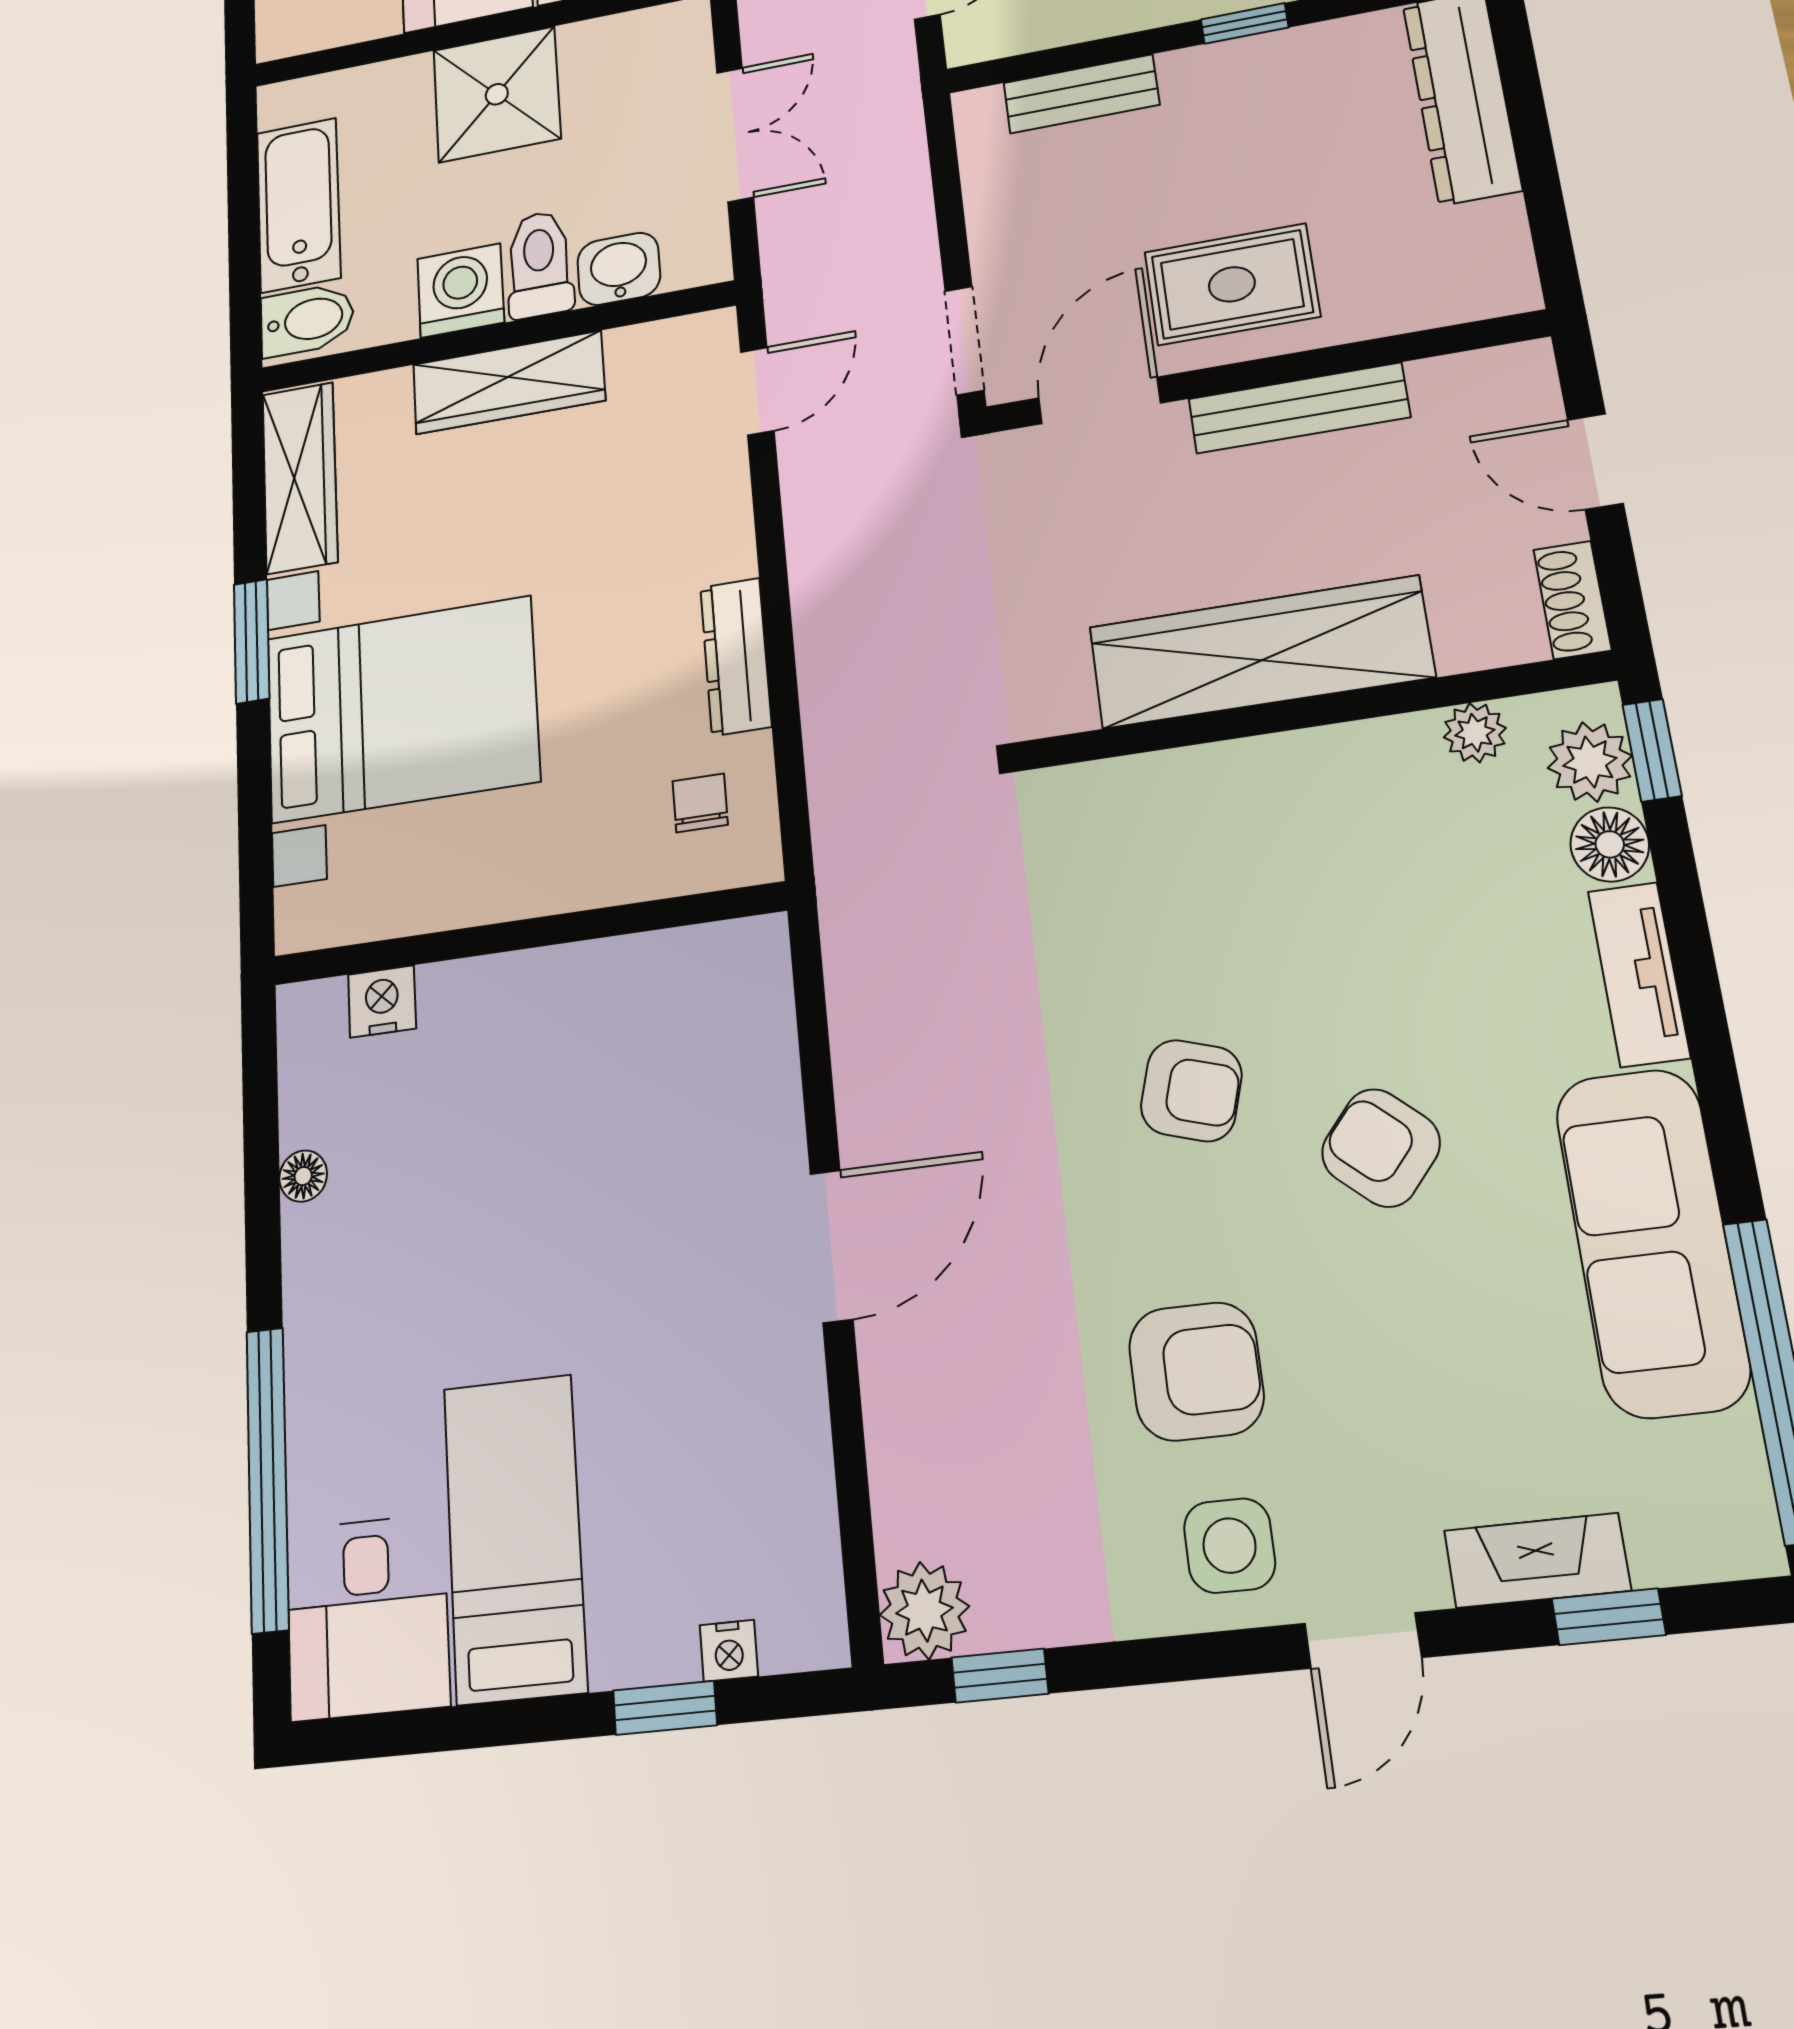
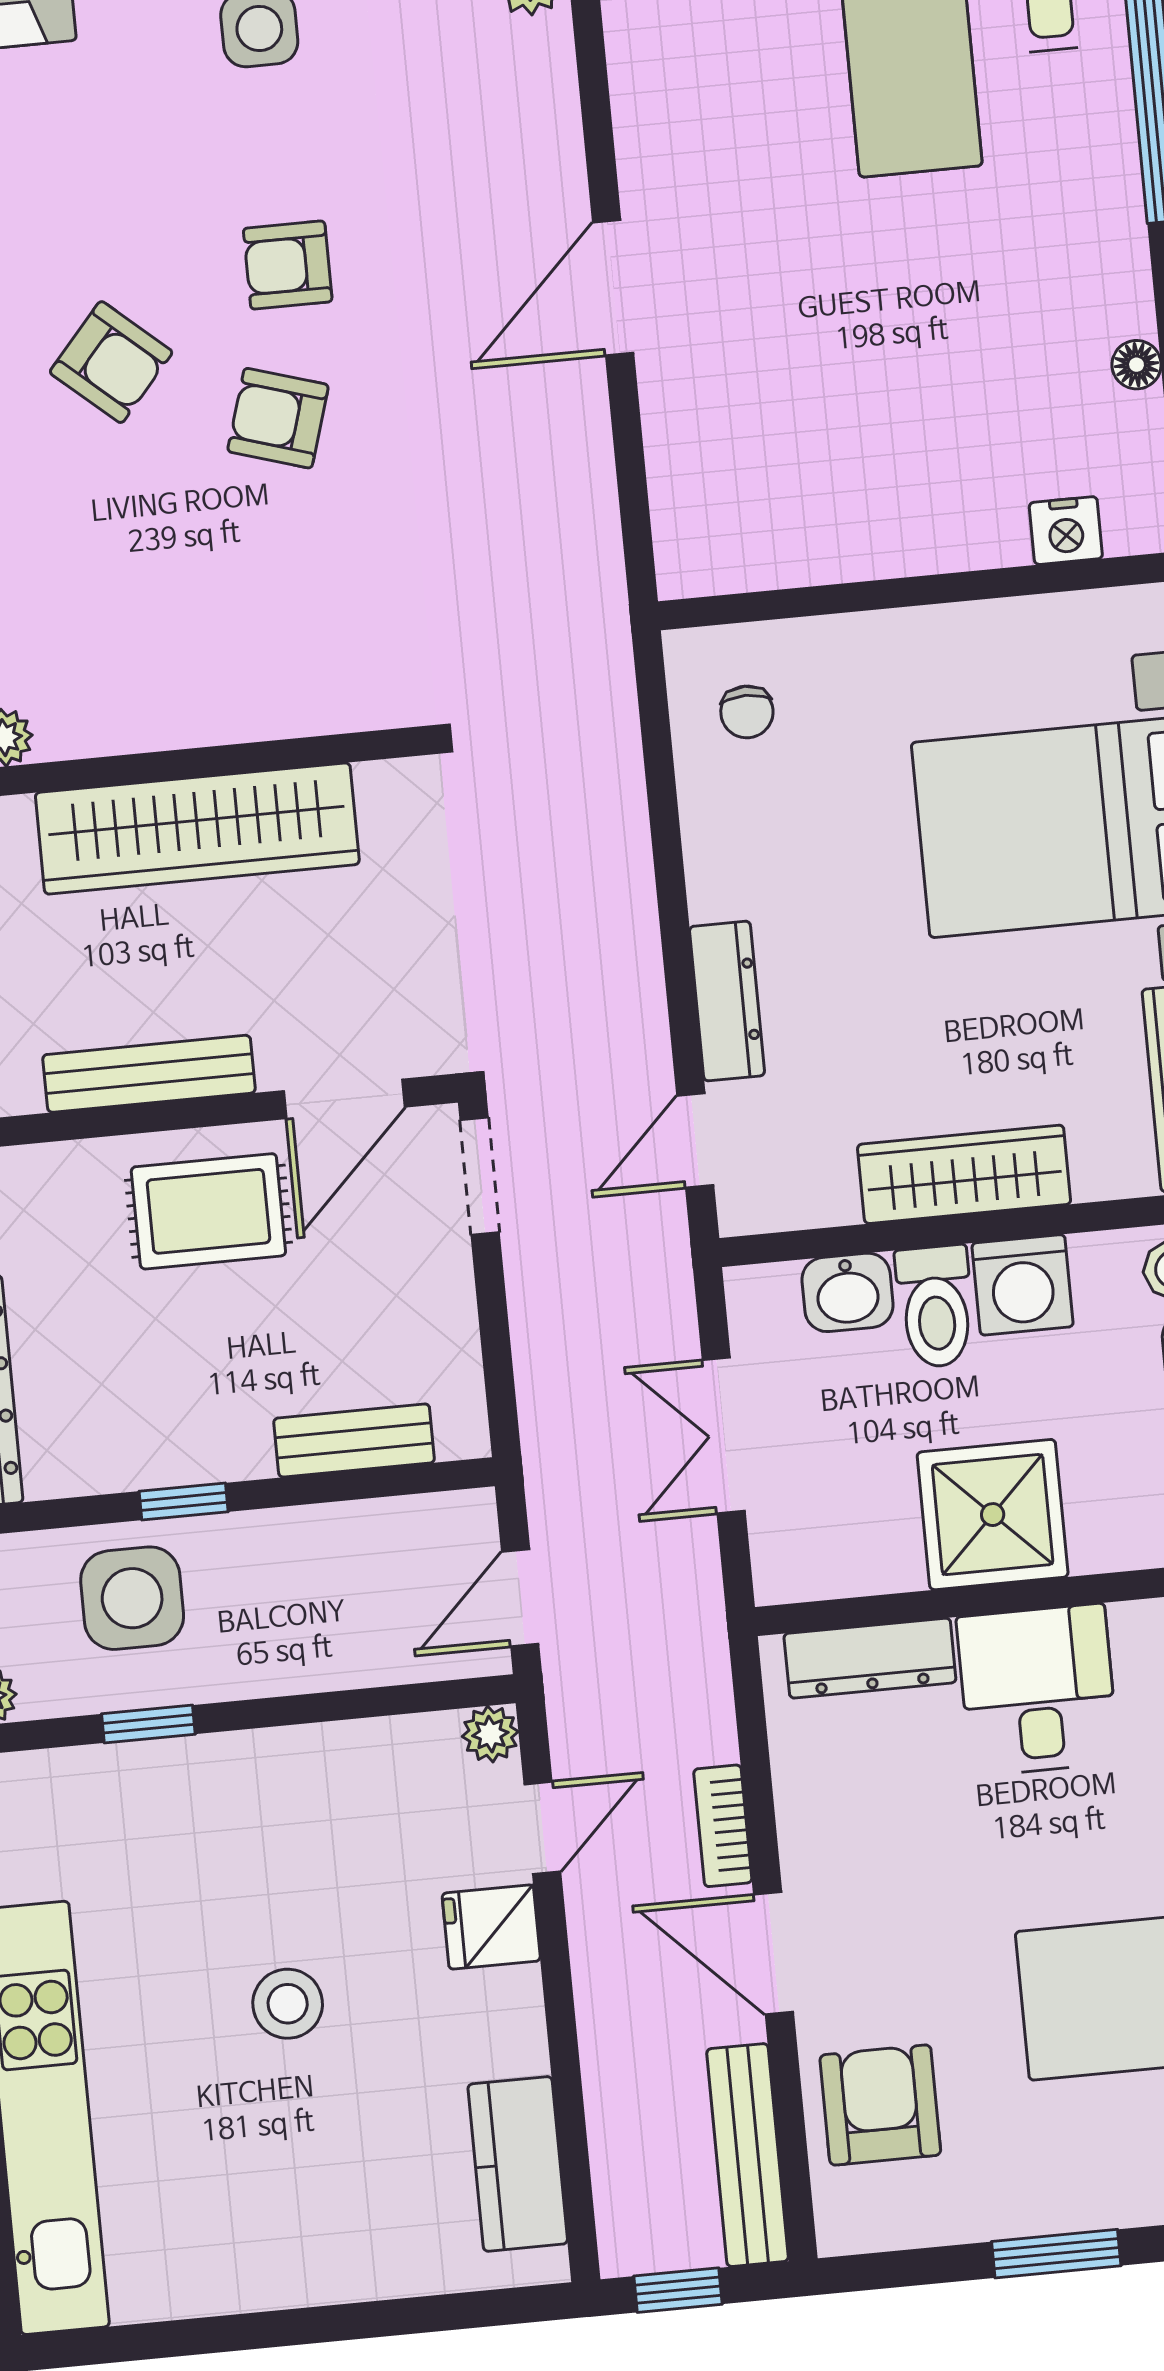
dresser: (736, 657) -> (727, 1001), moved
armchair: (1196, 1371) -> (288, 265), moved, width x0.72, depth x0.72

